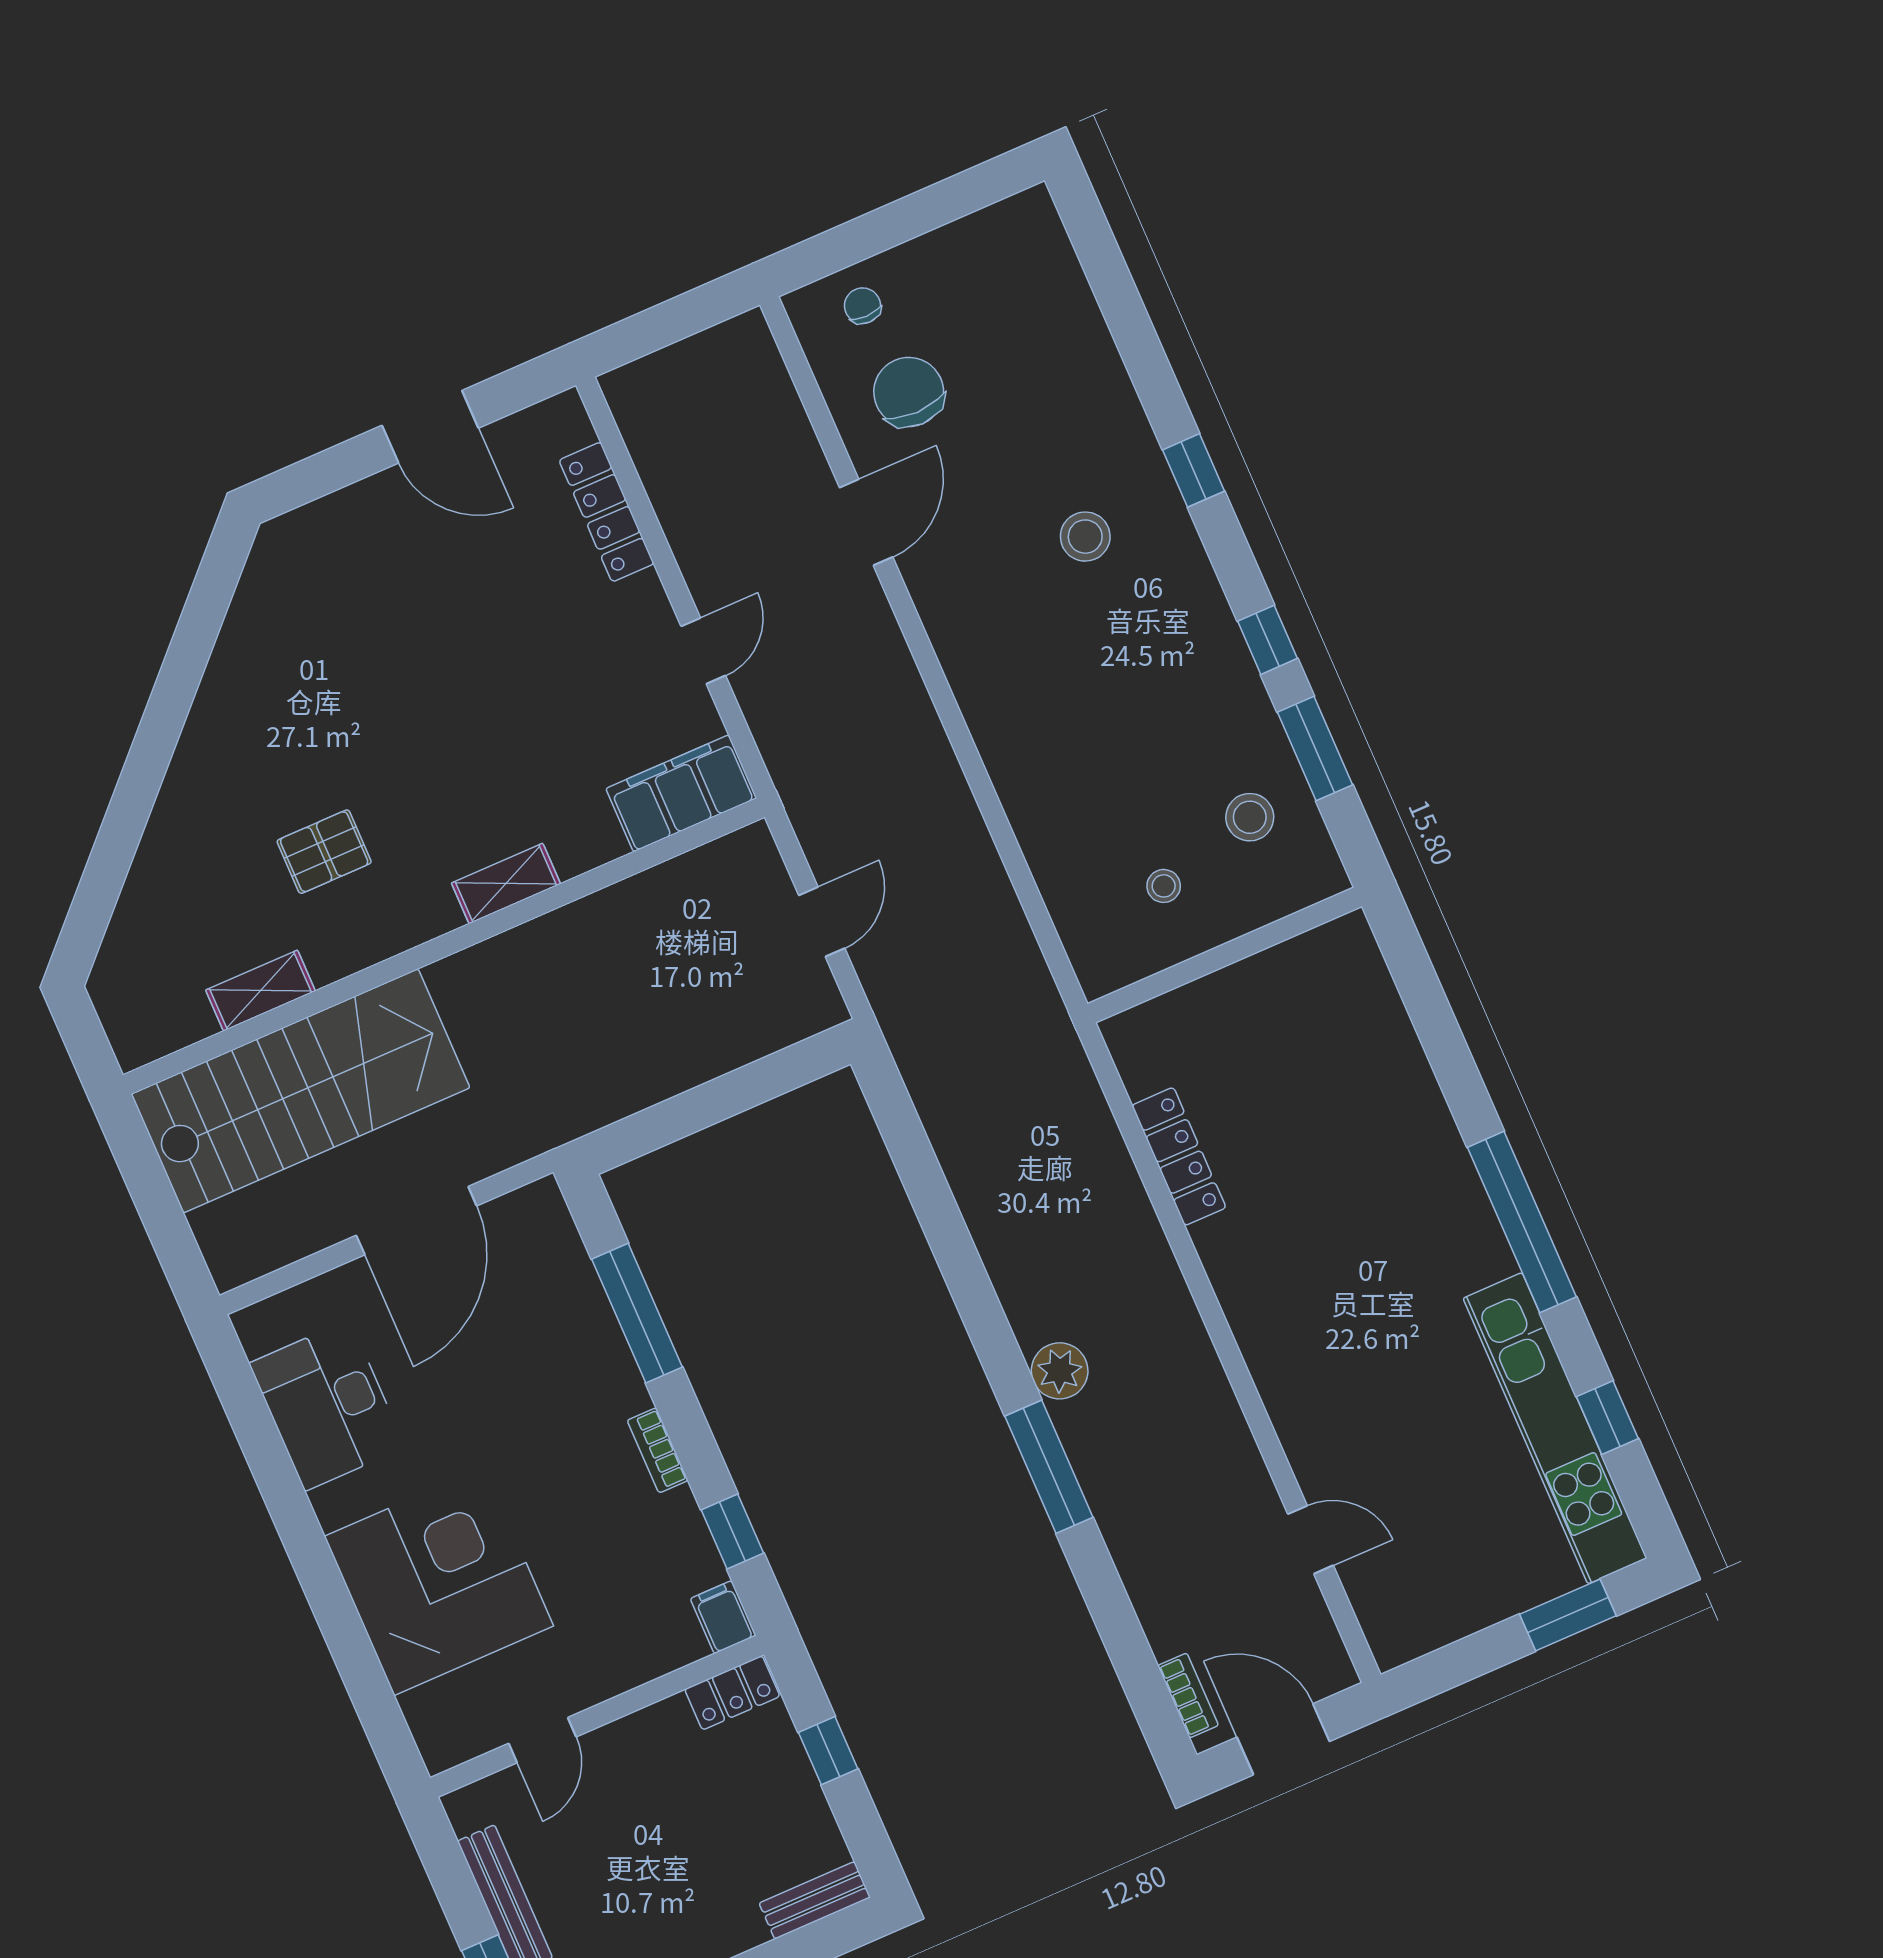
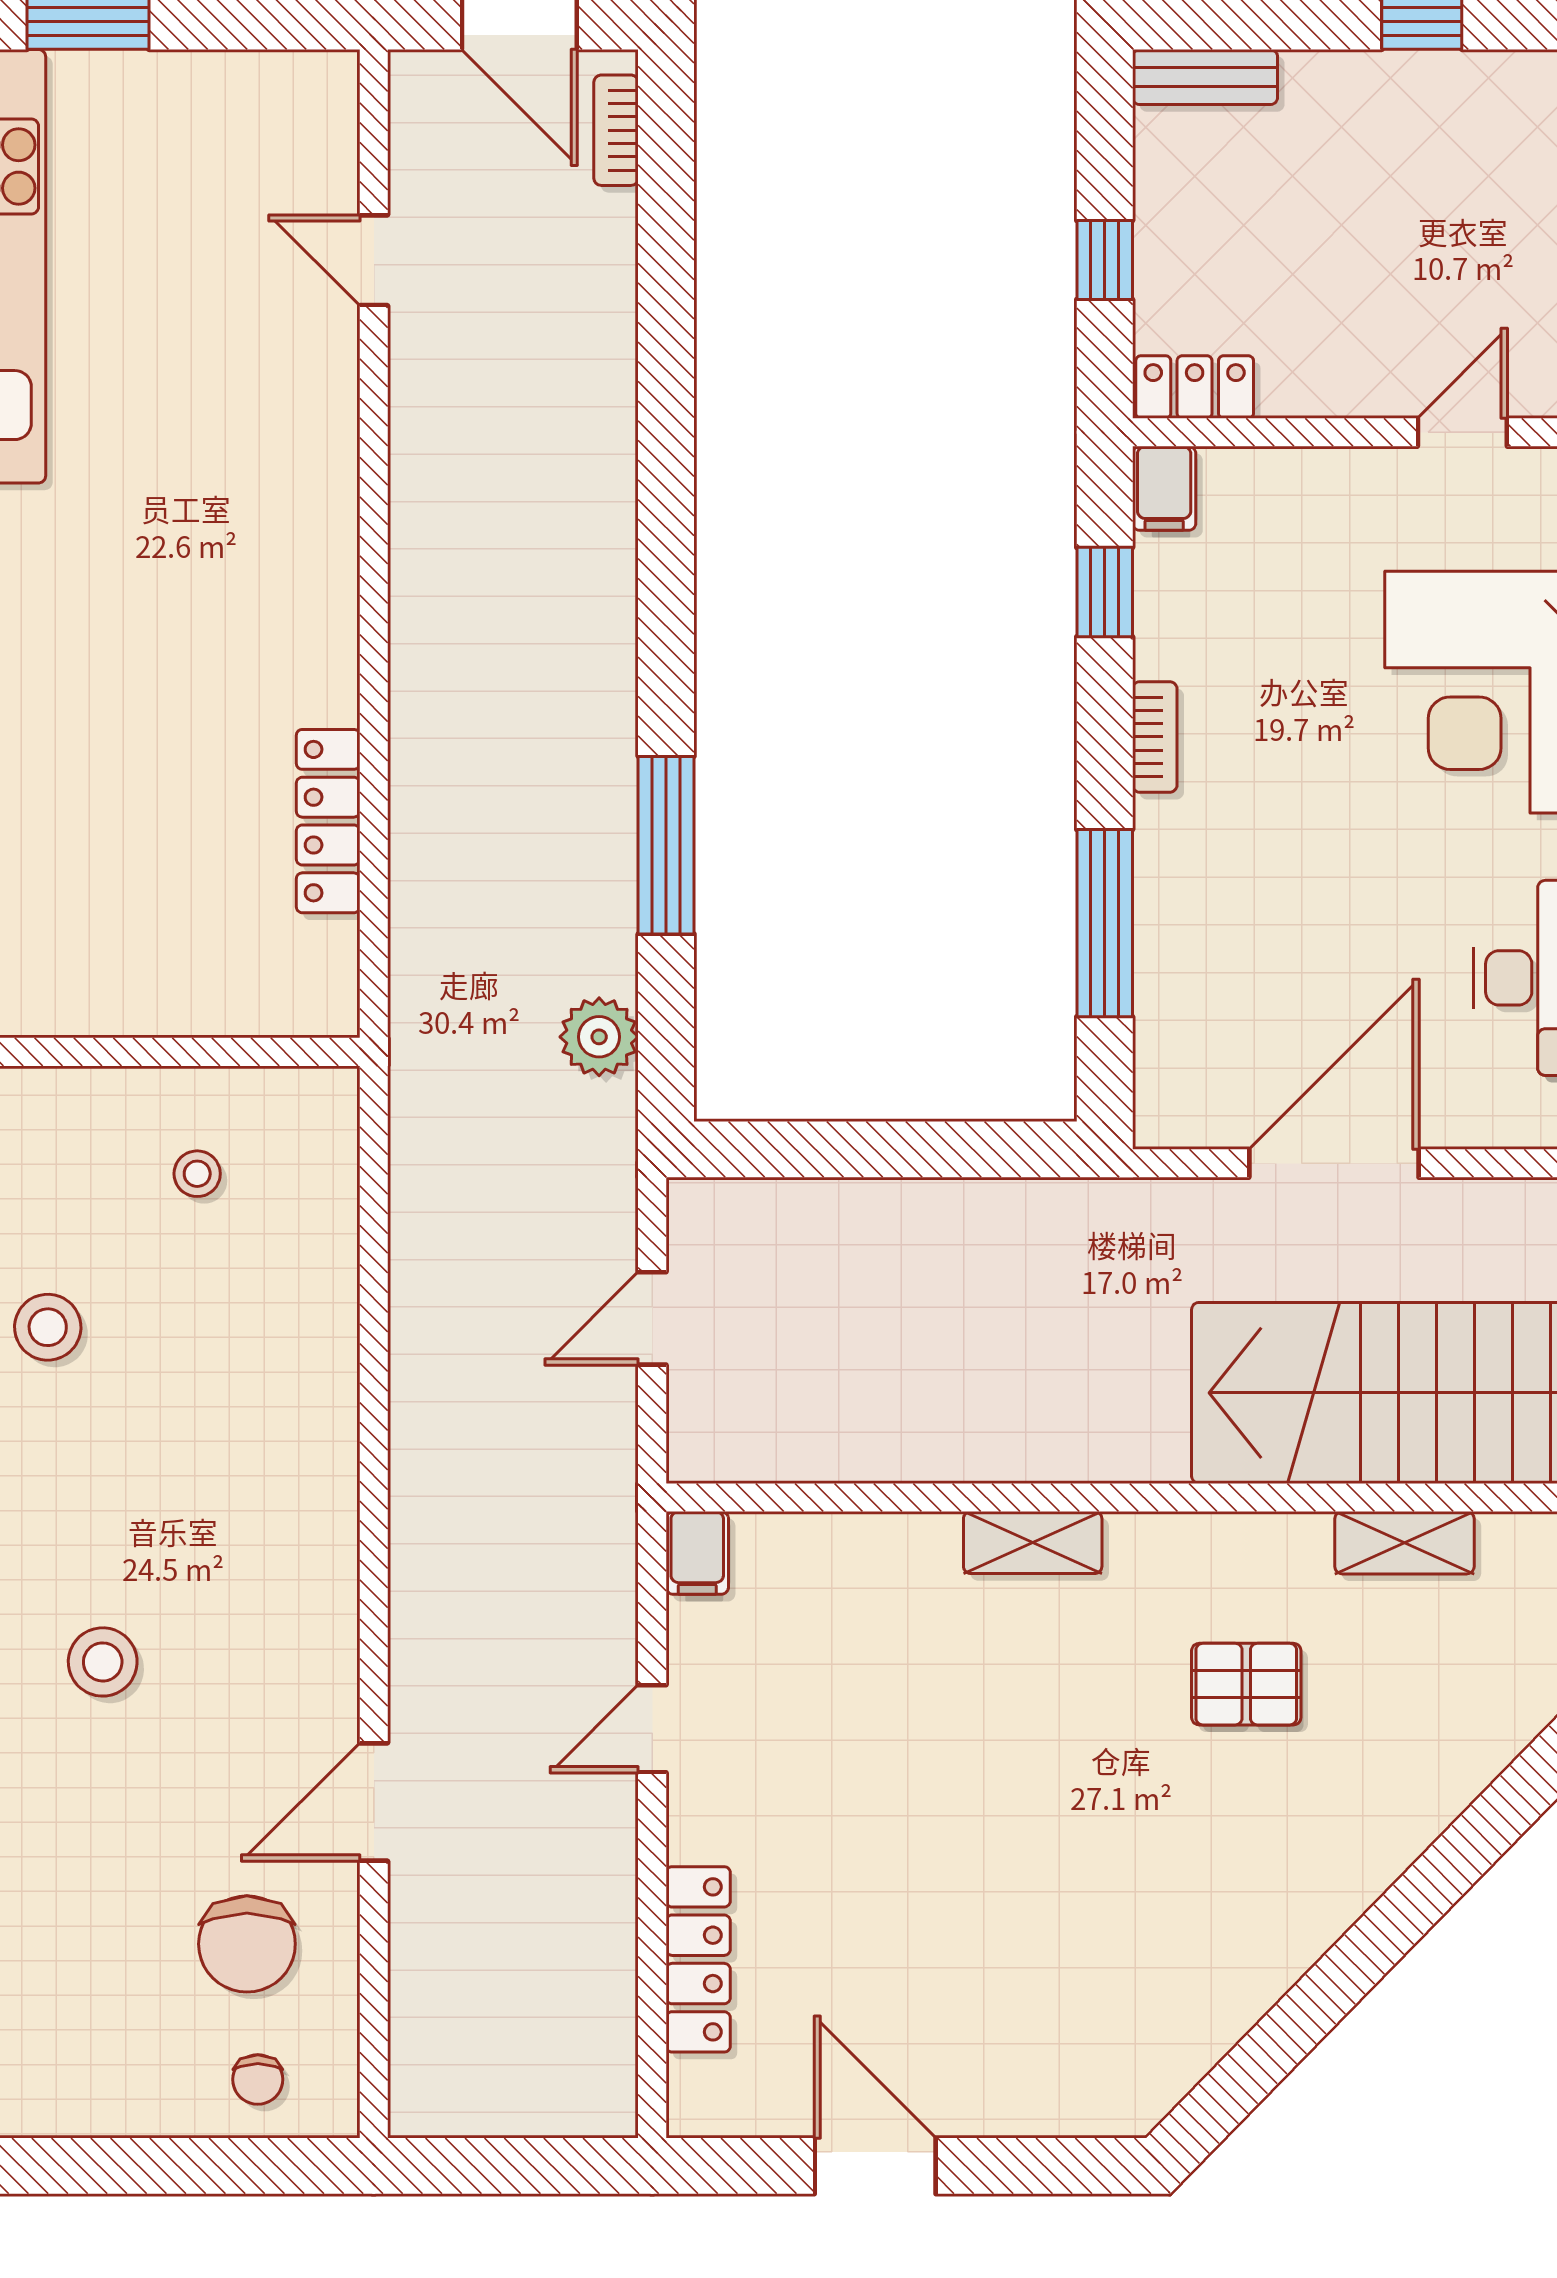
filing cabinet: (681, 793) -> (697, 1553), width x0.33, depth x0.86
stool: (1250, 817) -> (48, 1327), moved
plant: (1060, 1371) -> (599, 1037), moved
window: (1049, 1467) -> (666, 845), moved

